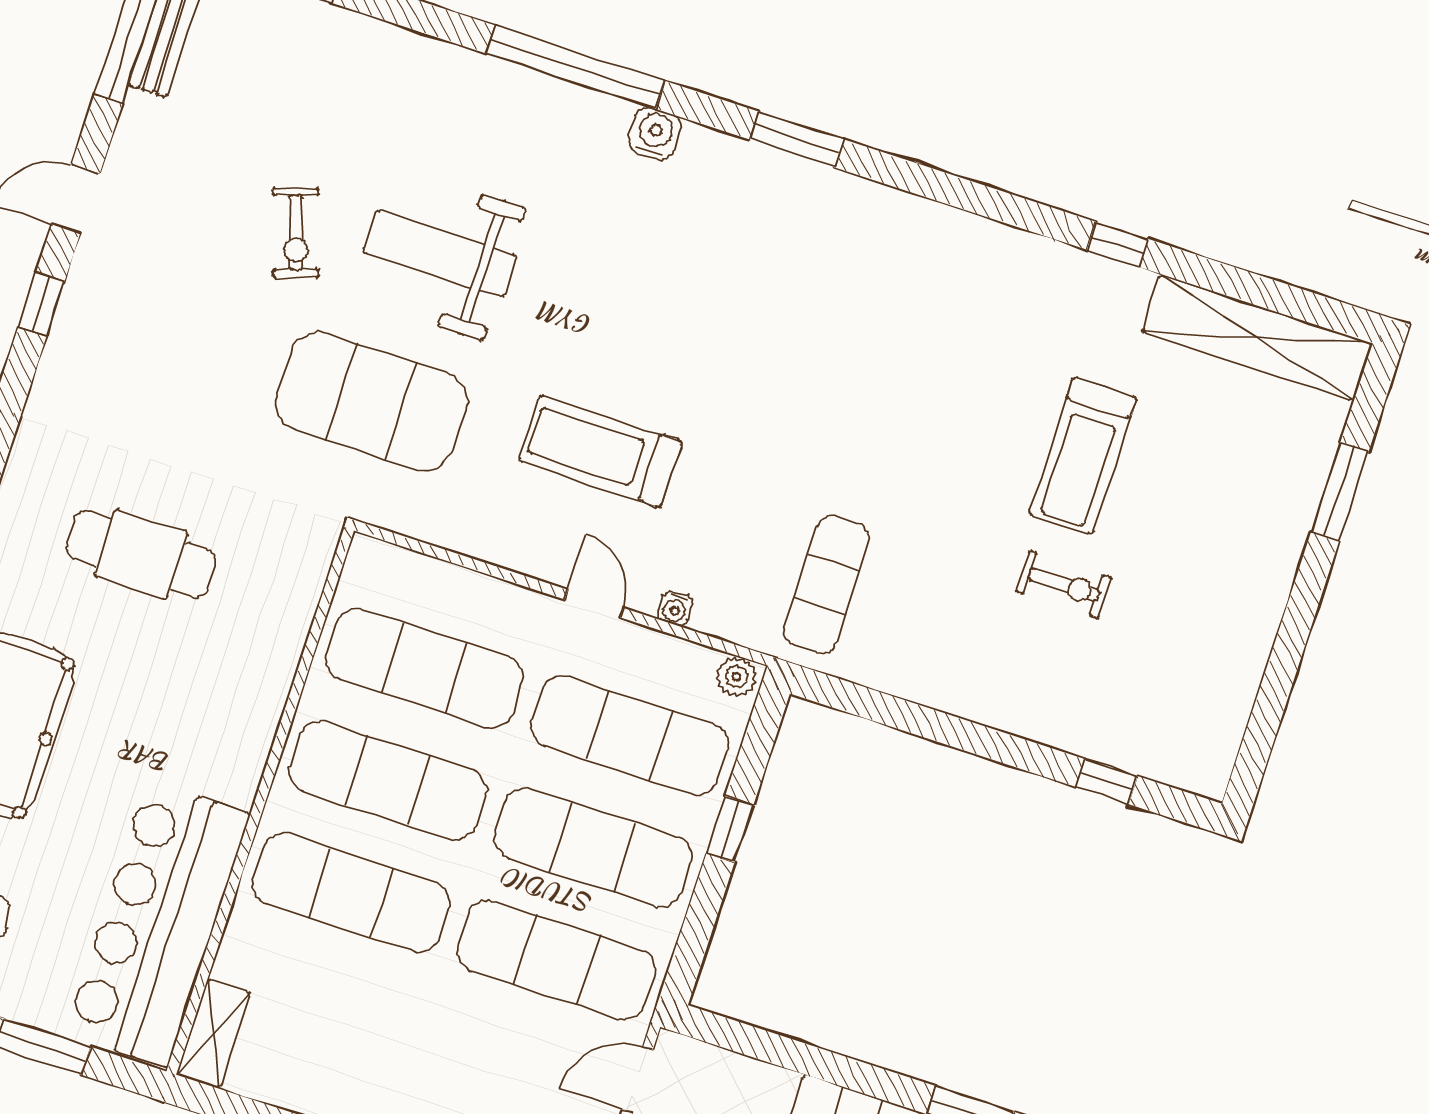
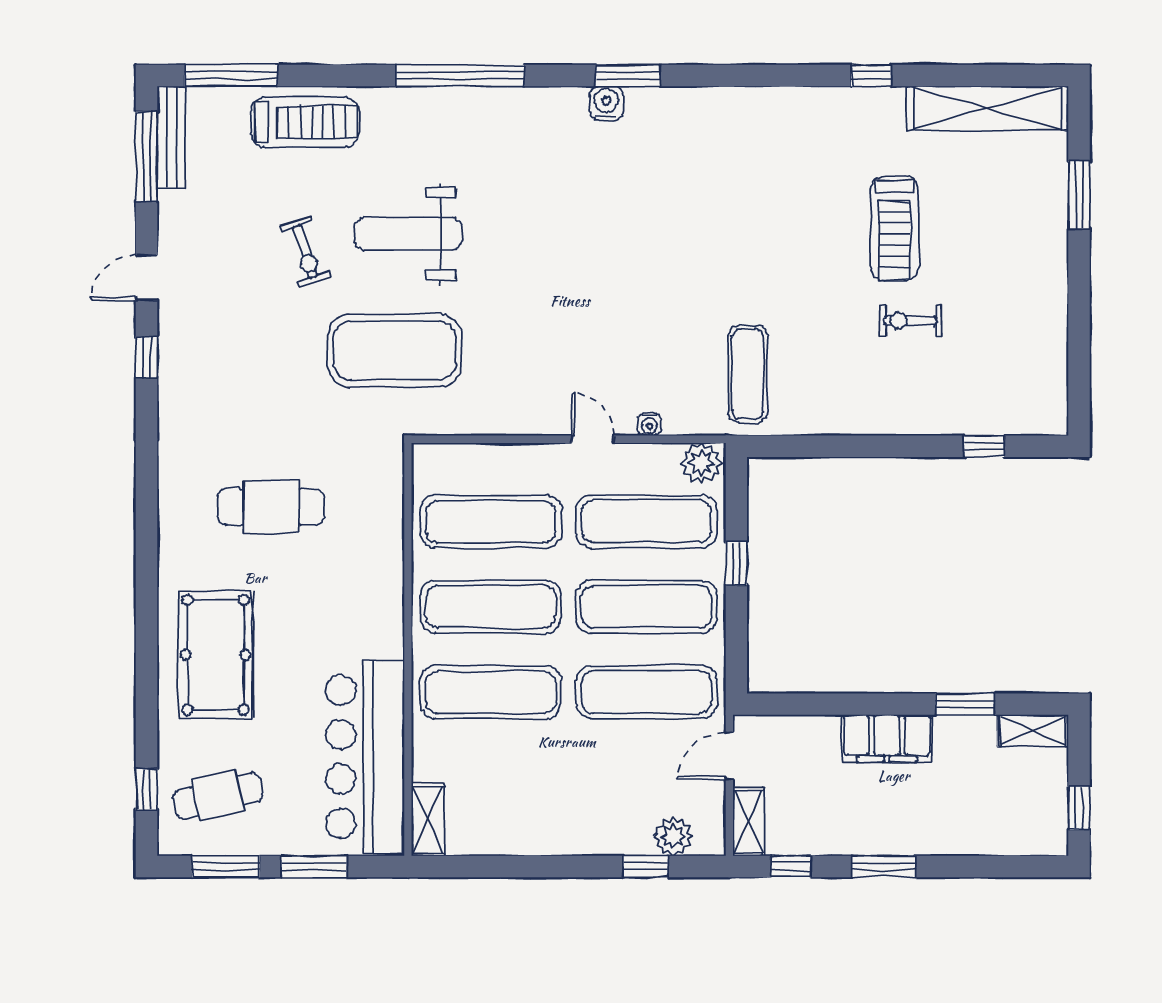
water cooler: (655, 134) -> (606, 103), moved
treadmill: (600, 451) -> (305, 122), moved, turned 180
exercise bike: (1064, 584) -> (911, 321), turned 180
plant: (736, 677) -> (701, 463), width x1.38, depth x1.38

